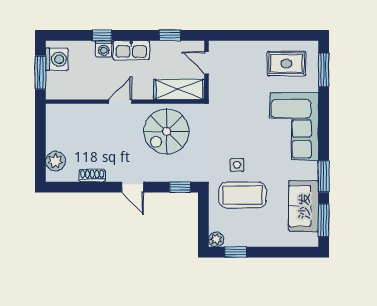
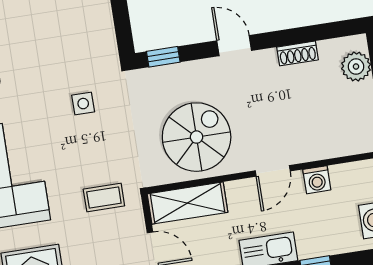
washing machine: (104, 49) -> (317, 180), moved, turned 180
coffee table: (243, 195) -> (104, 198), moved, width x0.54, depth x0.58

